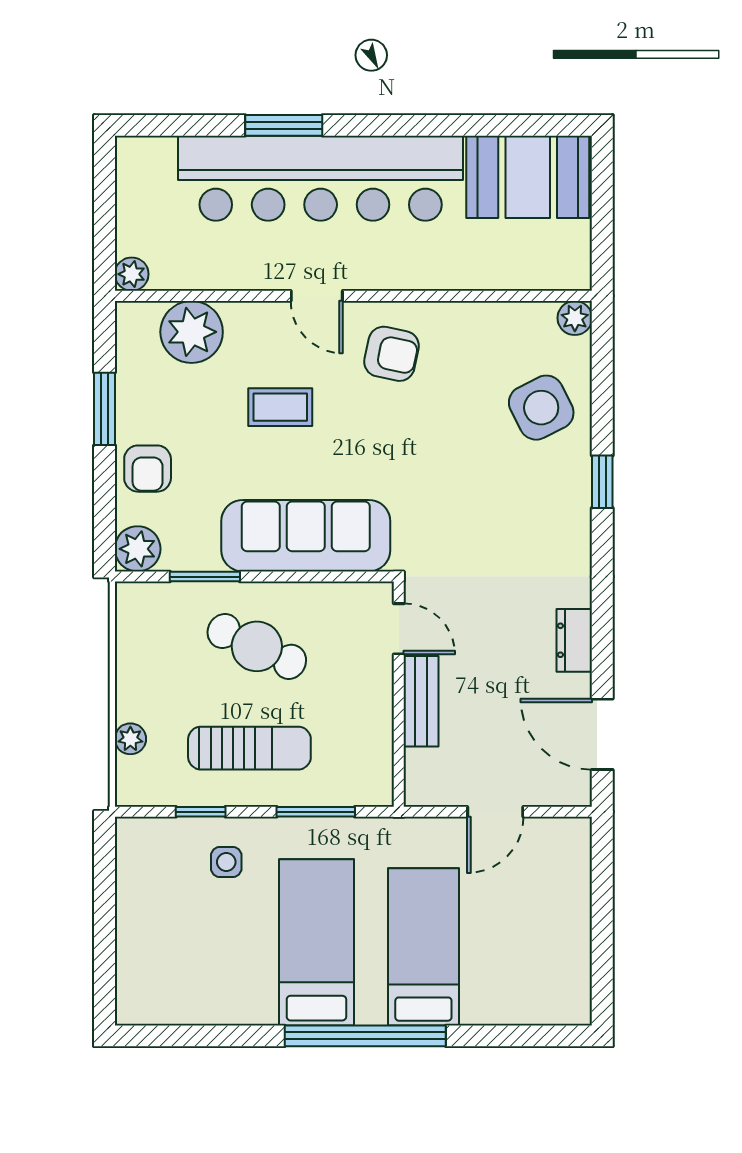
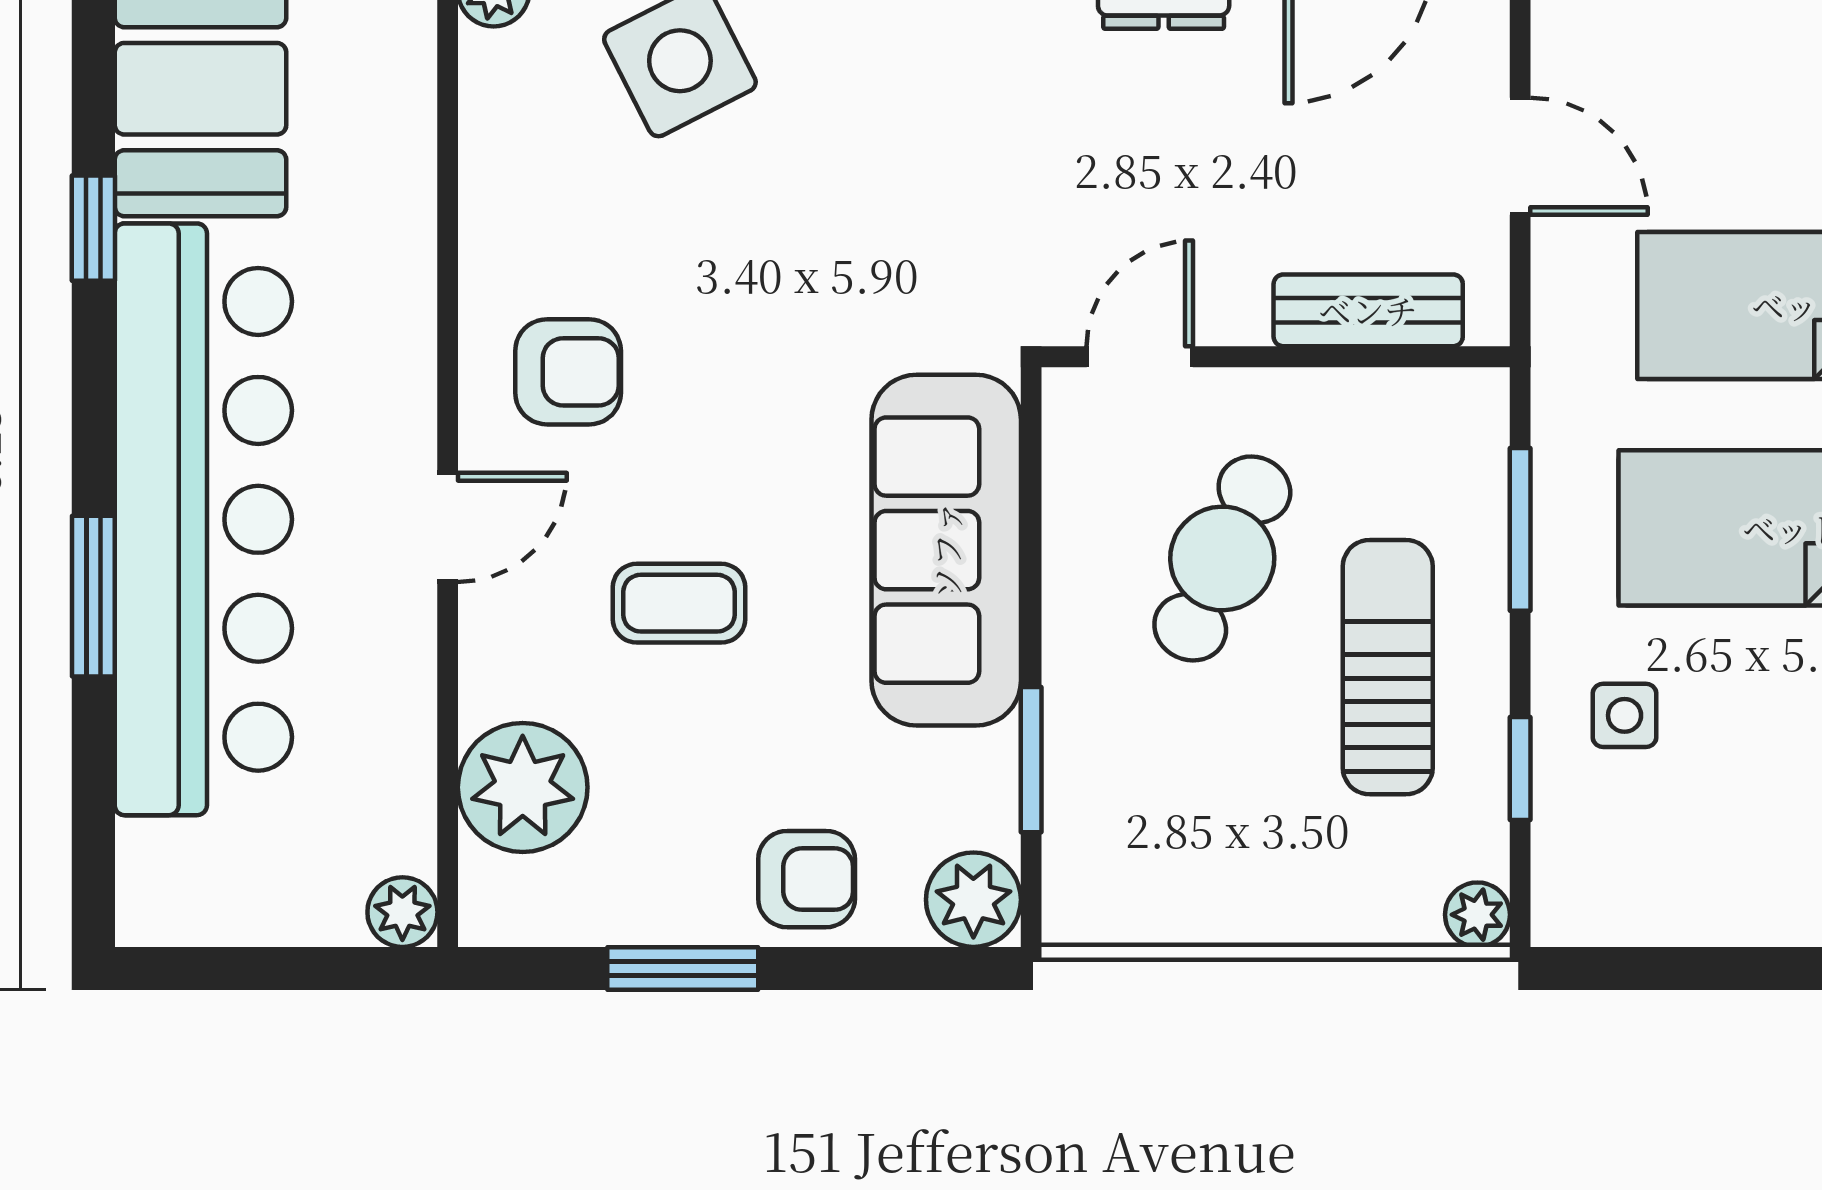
window: (461, 125) -> (93, 228), added
armchair: (392, 354) -> (568, 372), turned 78
coffee table: (280, 407) -> (679, 603), turned 90
cafe table: (257, 646) -> (1222, 558), moved
bench: (421, 701) -> (1368, 310), moved
plant: (130, 739) -> (1477, 915), moved

